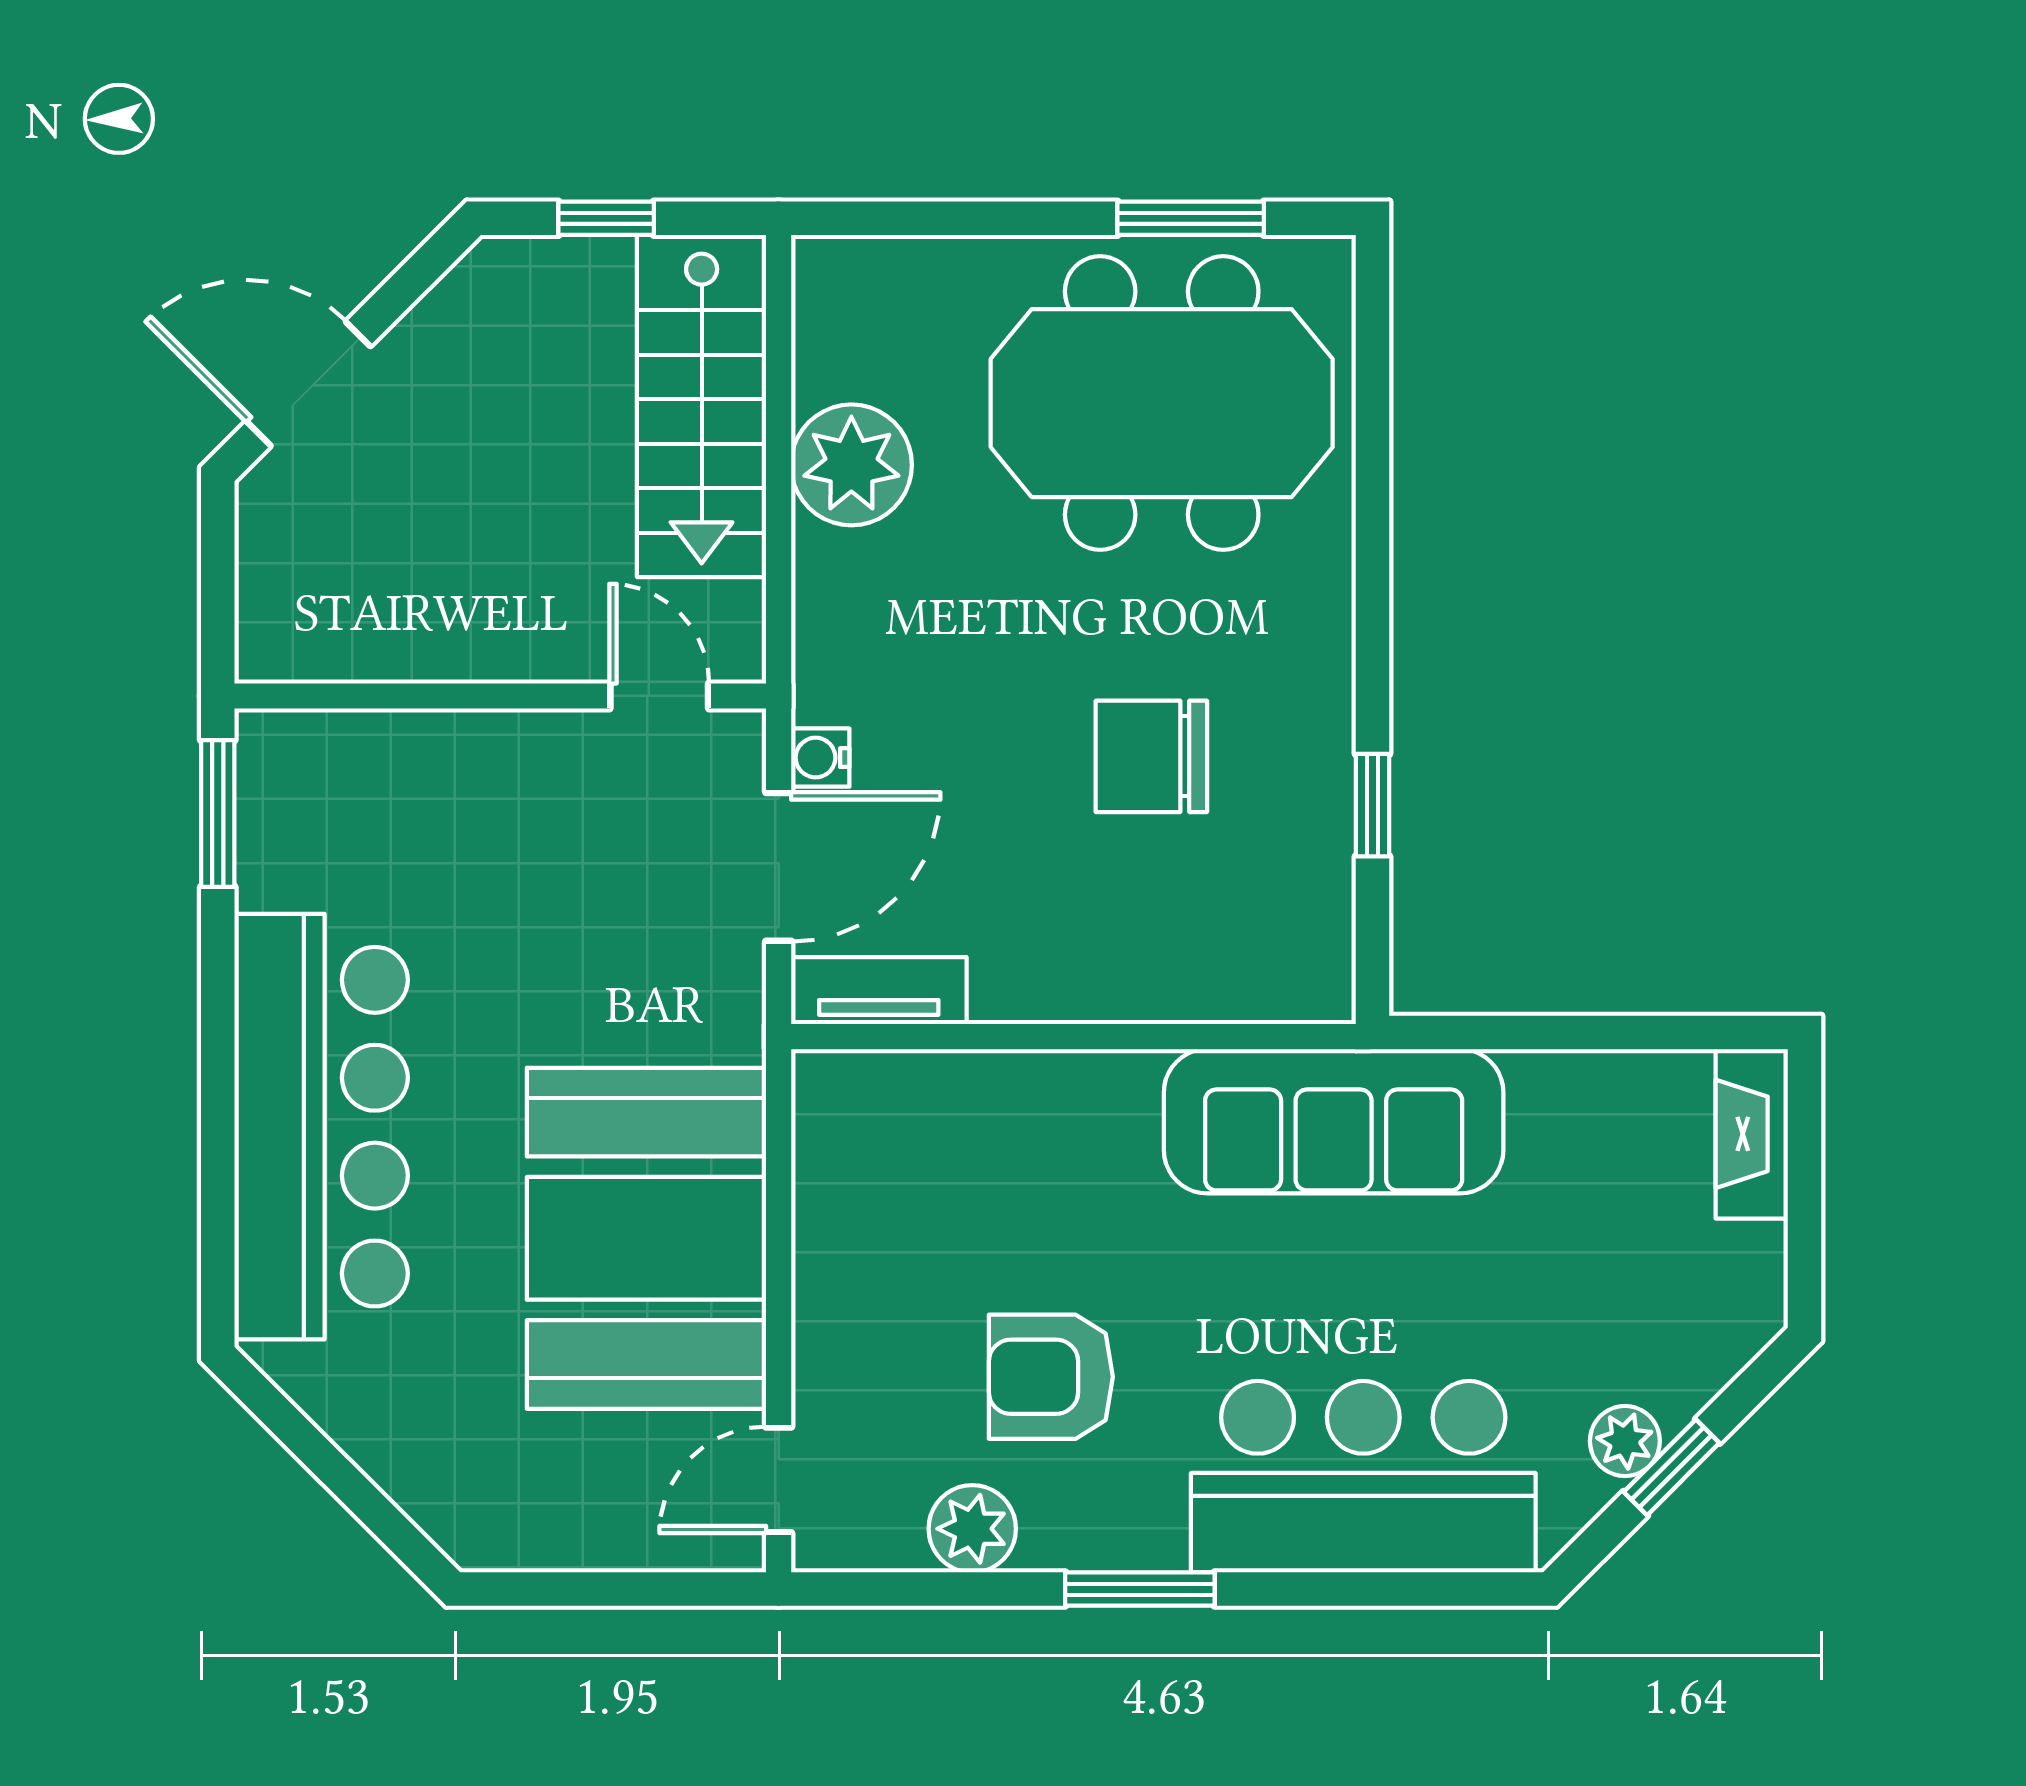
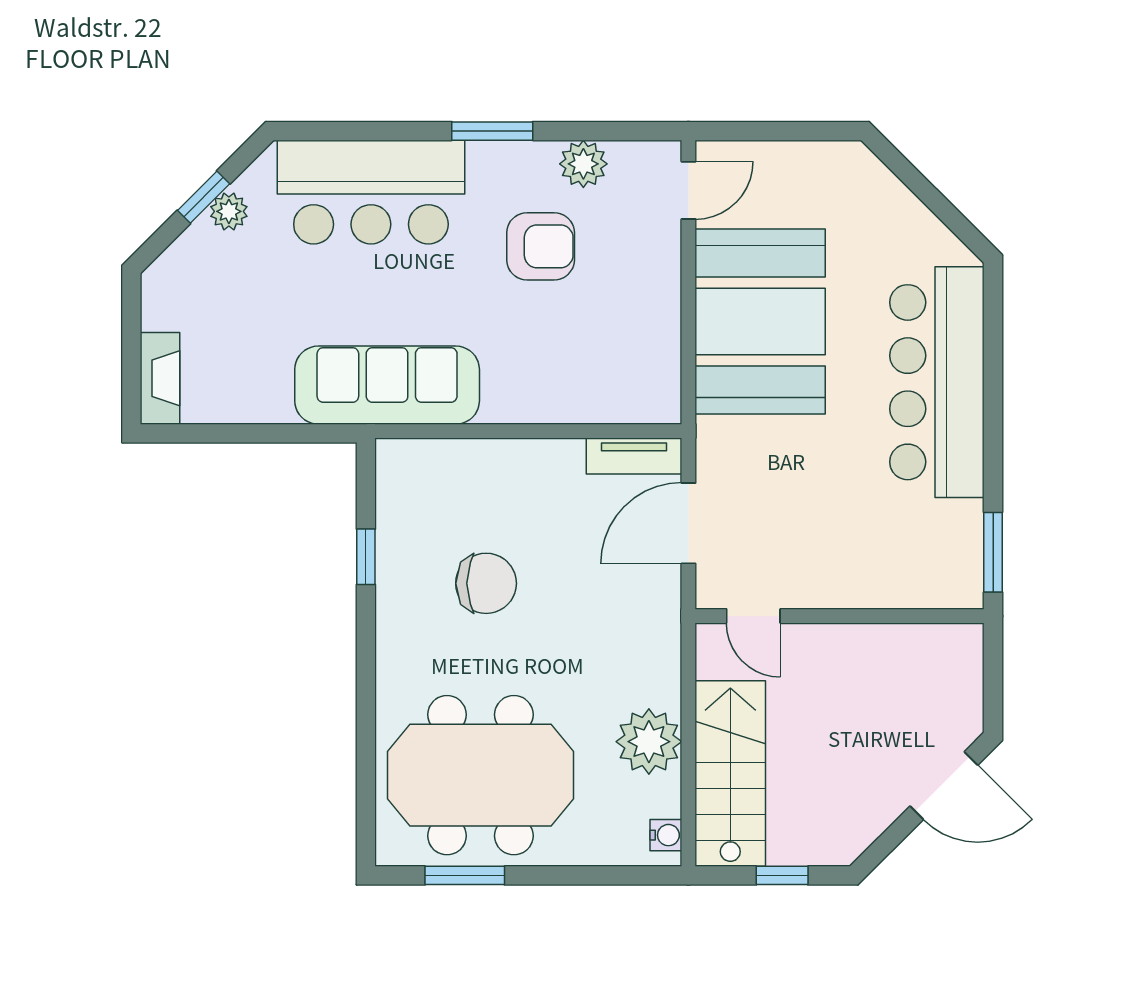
water cooler: (820, 758) -> (666, 835), moved

